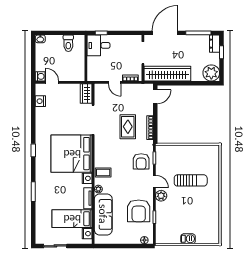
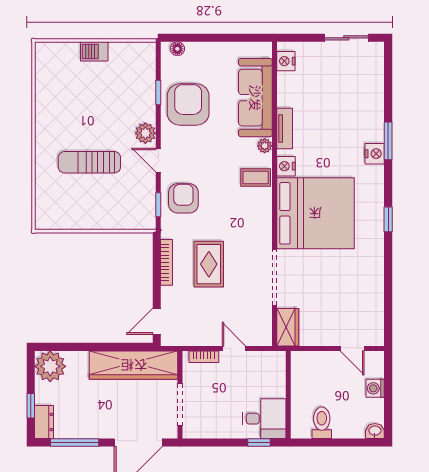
washing machine: (40, 76) -> (375, 388), moved
nightstand: (40, 101) -> (375, 154), moved
bed: (72, 219) -> (315, 90), removed

